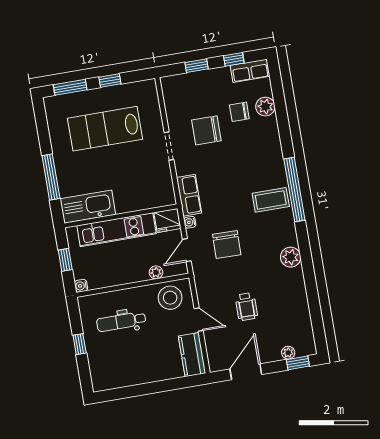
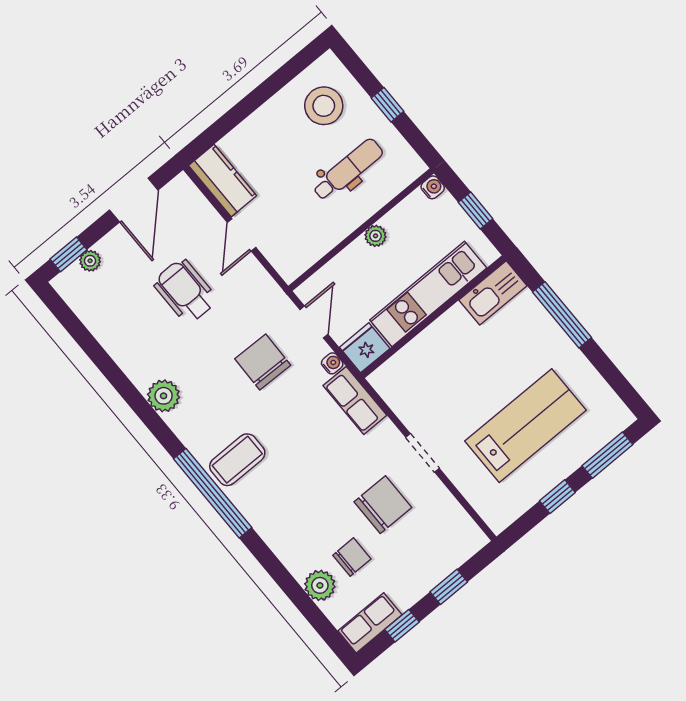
kitchen sink: (88, 207) -> (493, 293), width x0.73, depth x0.81
plant: (156, 272) -> (376, 236), moved
stool: (170, 298) -> (324, 106), moved
wheelchair: (246, 307) -> (185, 291), width x1.36, depth x1.37
door: (199, 320) -> (242, 235), hinge flipped

